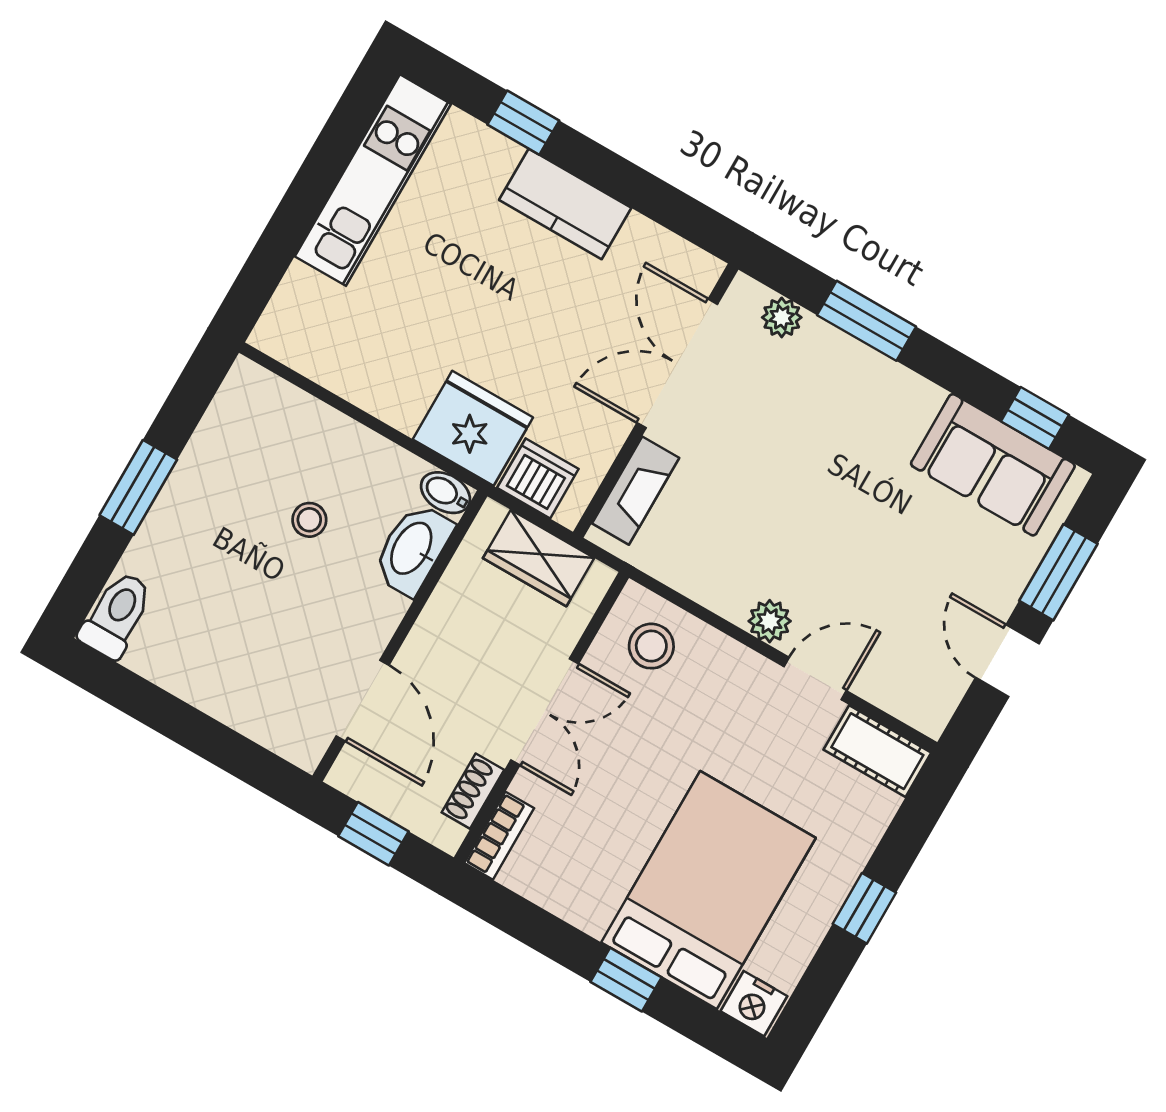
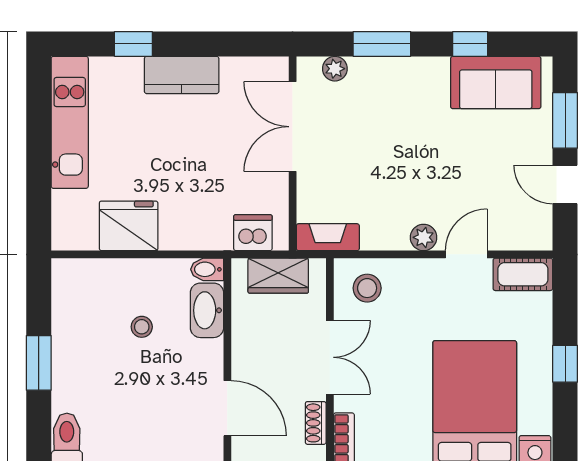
window: (1035, 418) -> (470, 44), moved
fridge: (473, 428) -> (129, 226), moved
fireplace: (636, 491) -> (328, 237), moved, turned -90

